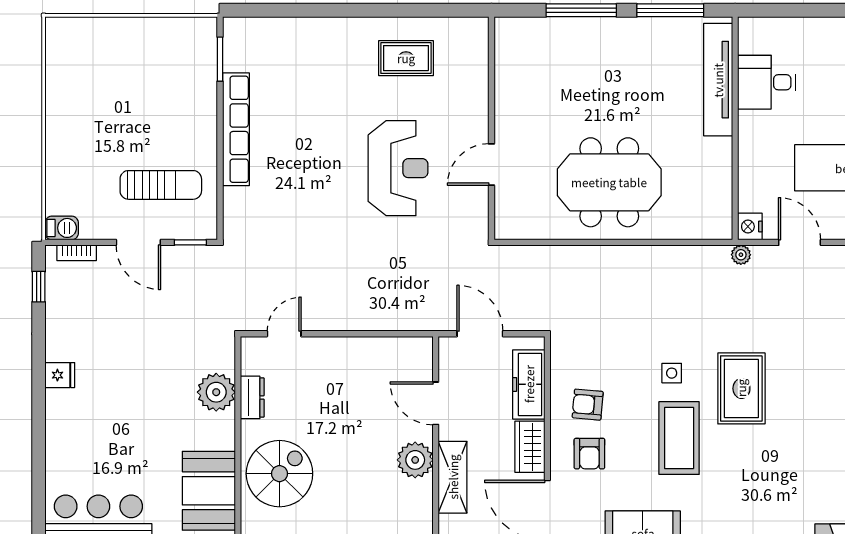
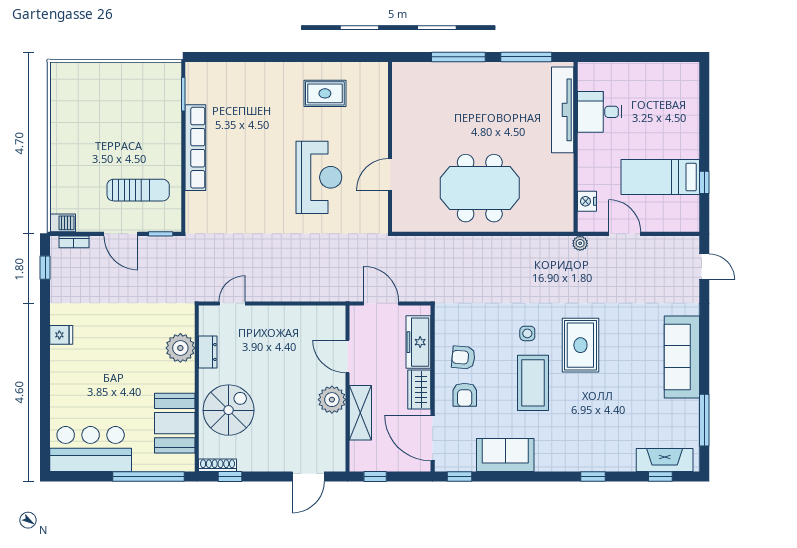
nightstand: (750, 227) -> (587, 201), moved

